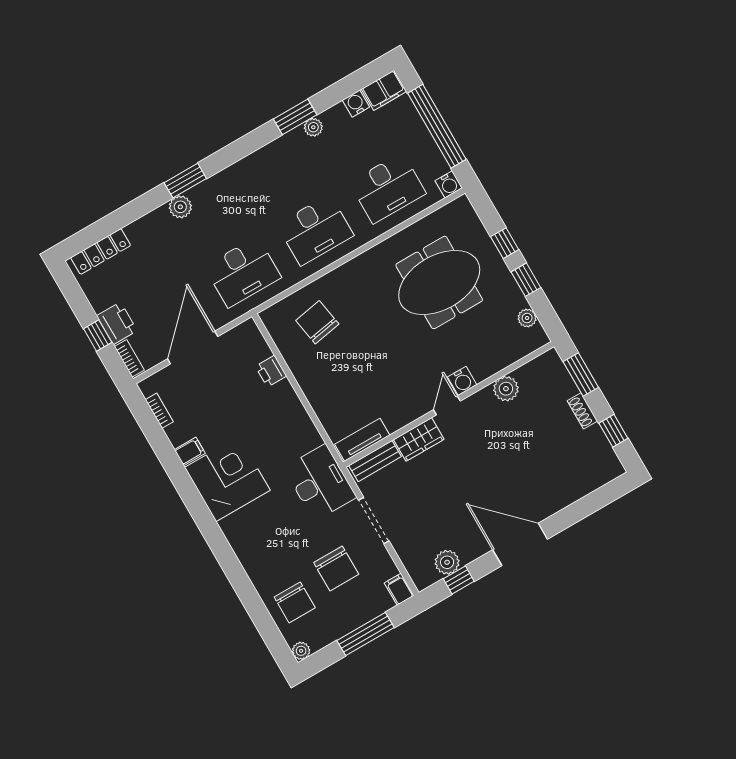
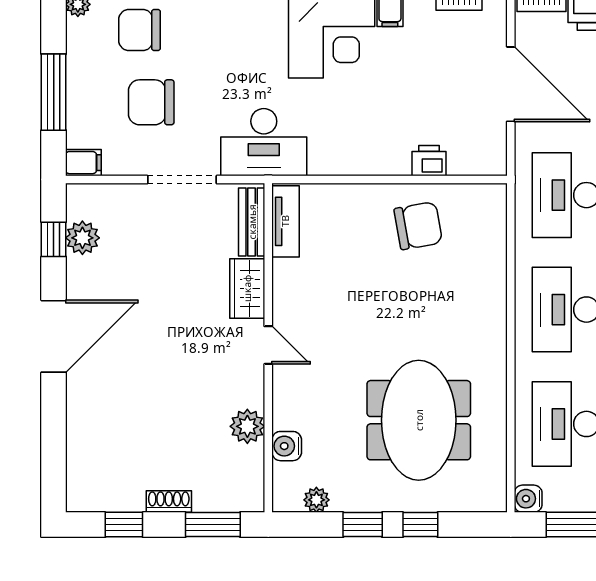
chair: (317, 322) -> (418, 226), moved
water cooler: (462, 381) -> (287, 446), moved

